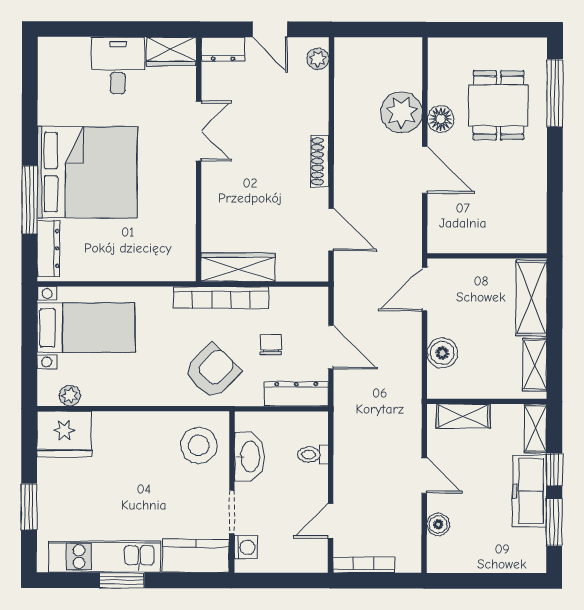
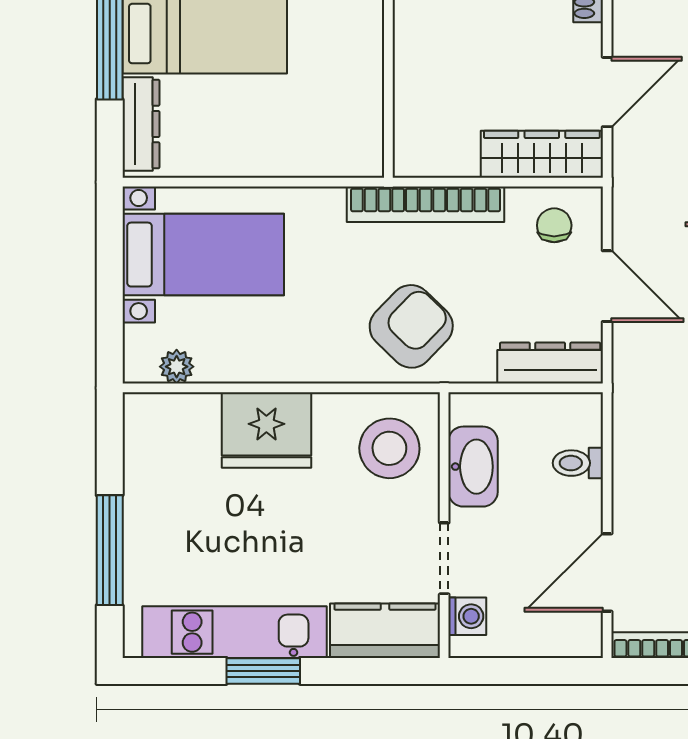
door: (331, 230) -> (607, 92), hinge flipped
wardrobe: (238, 267) -> (542, 154), moved
chair: (271, 344) -> (554, 225), moved
fridge: (64, 434) -> (266, 430), moved
window: (29, 507) -> (110, 550), width x1.44
door: (331, 521) -> (607, 573), width x1.38

